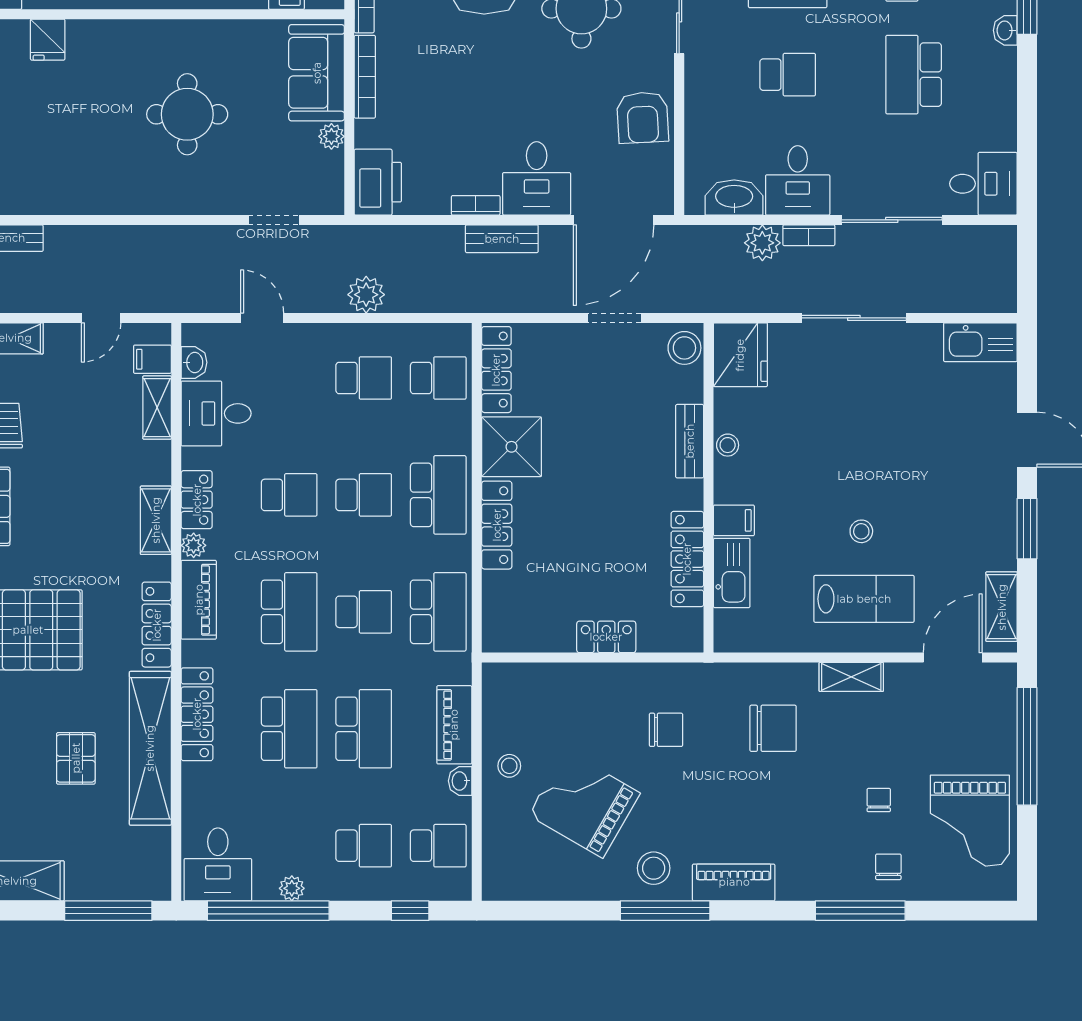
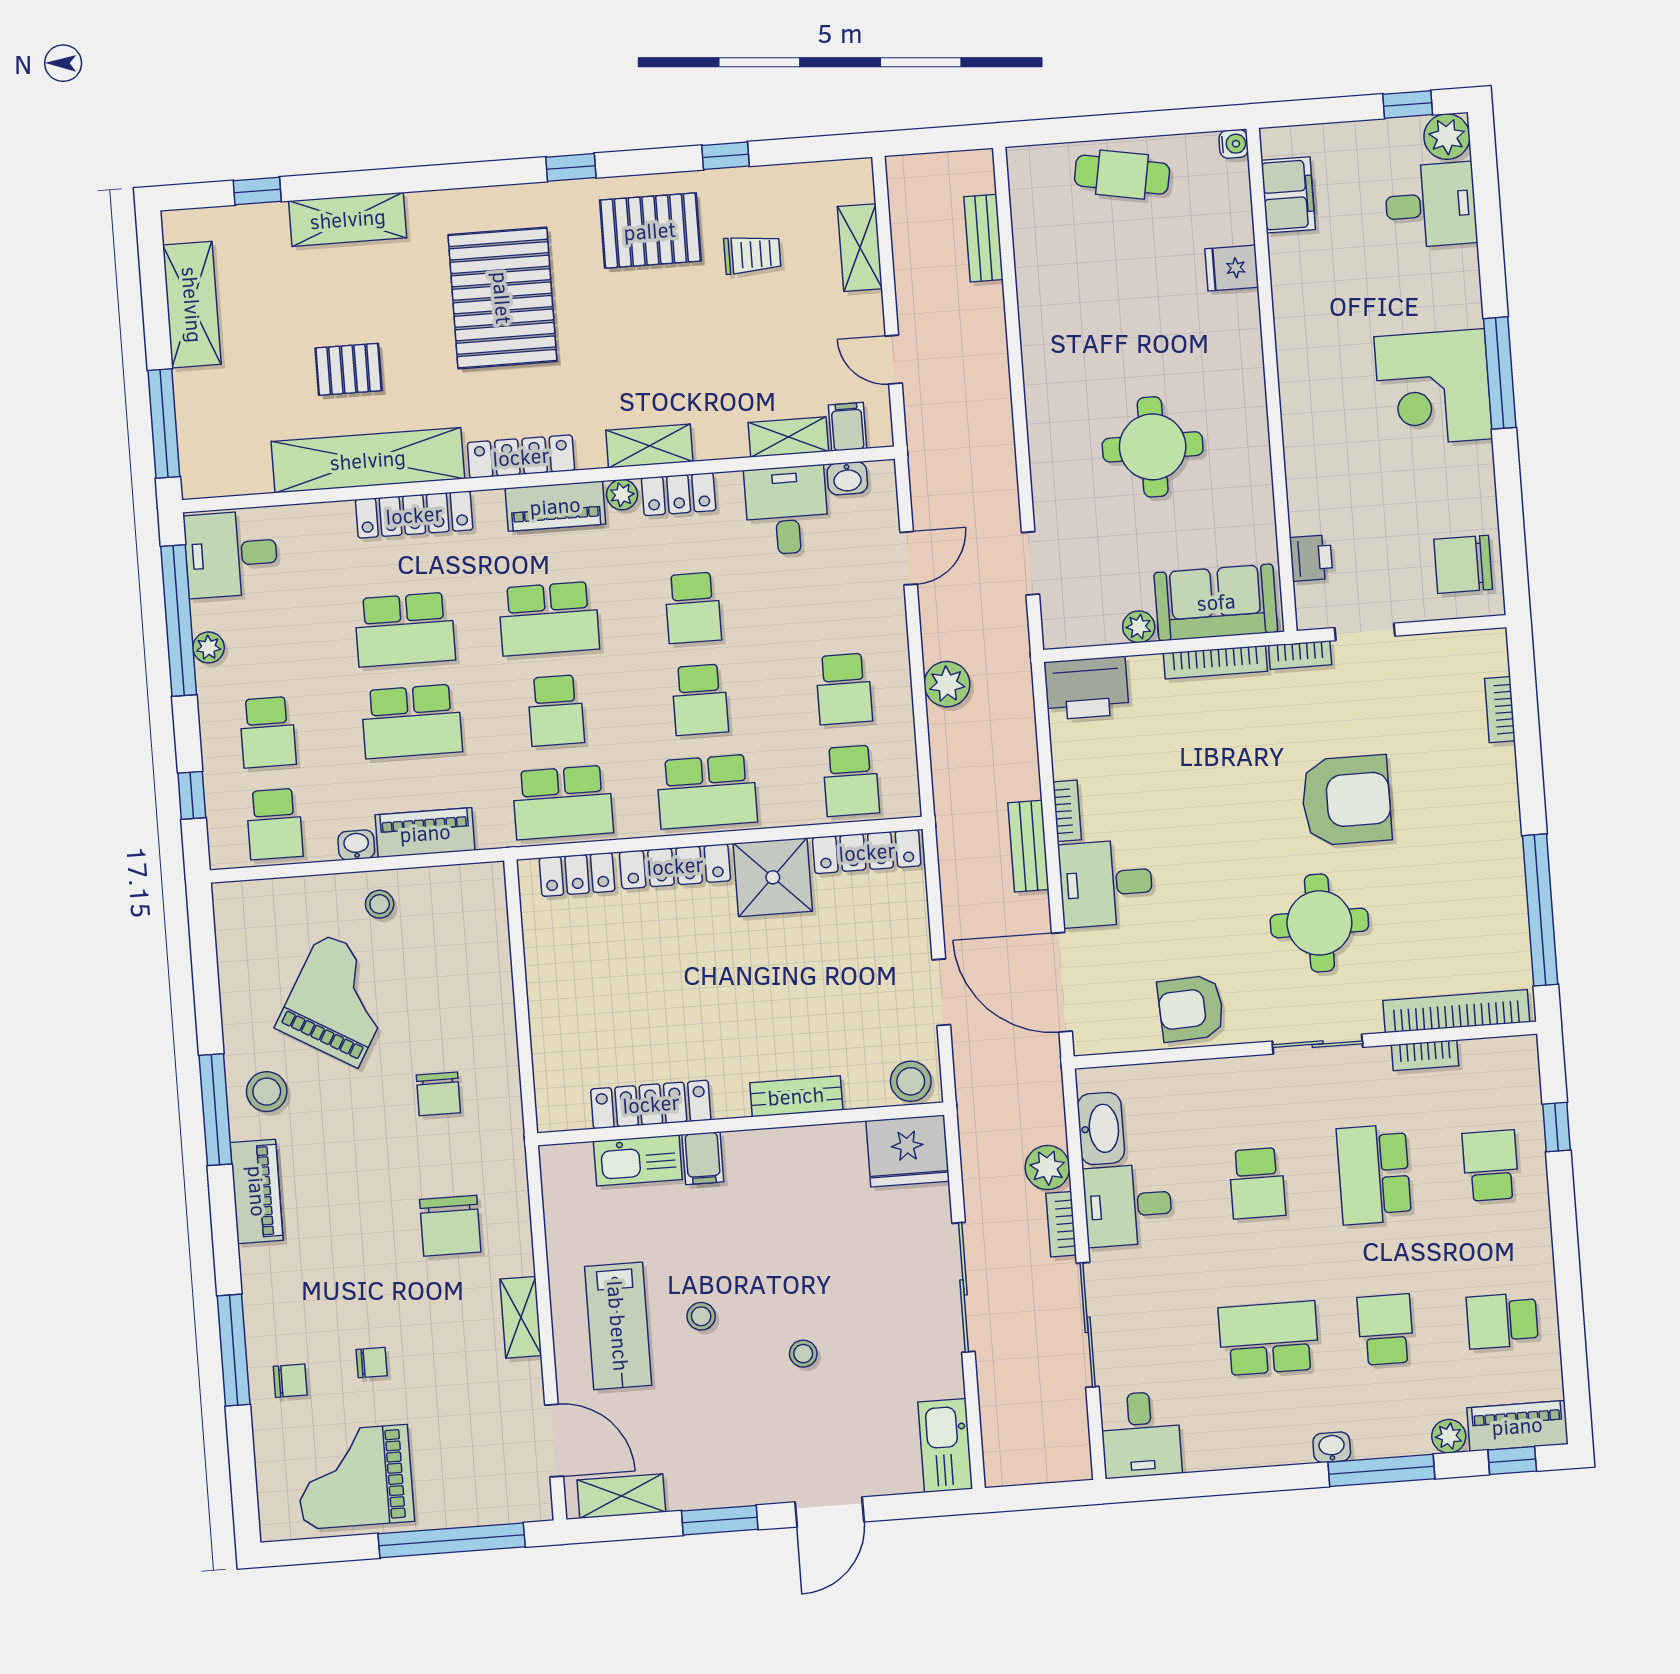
stool: (728, 445) -> (803, 1354), moved
locker: (606, 637) -> (577, 874), moved, turned 90

